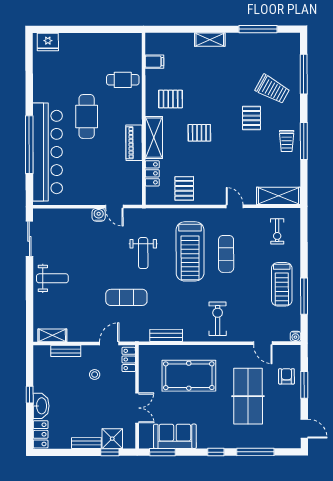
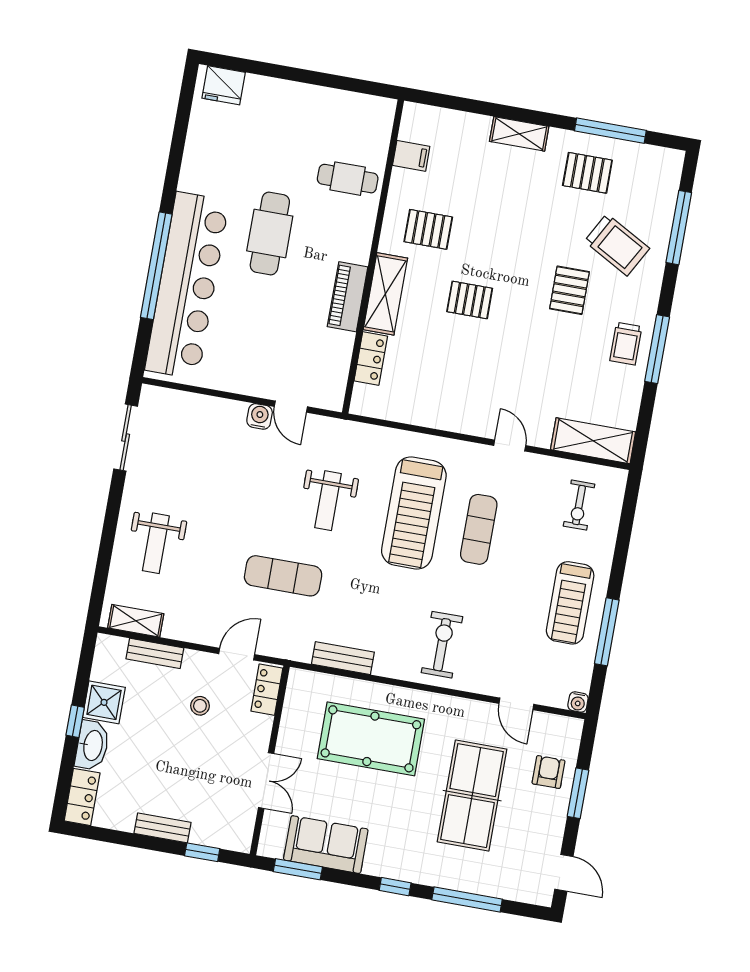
pallet: (184, 188) -> (587, 173), moved, turned 90
weight bench: (52, 278) -> (156, 543), moved, turned 90
shower: (112, 439) -> (104, 702), moved

